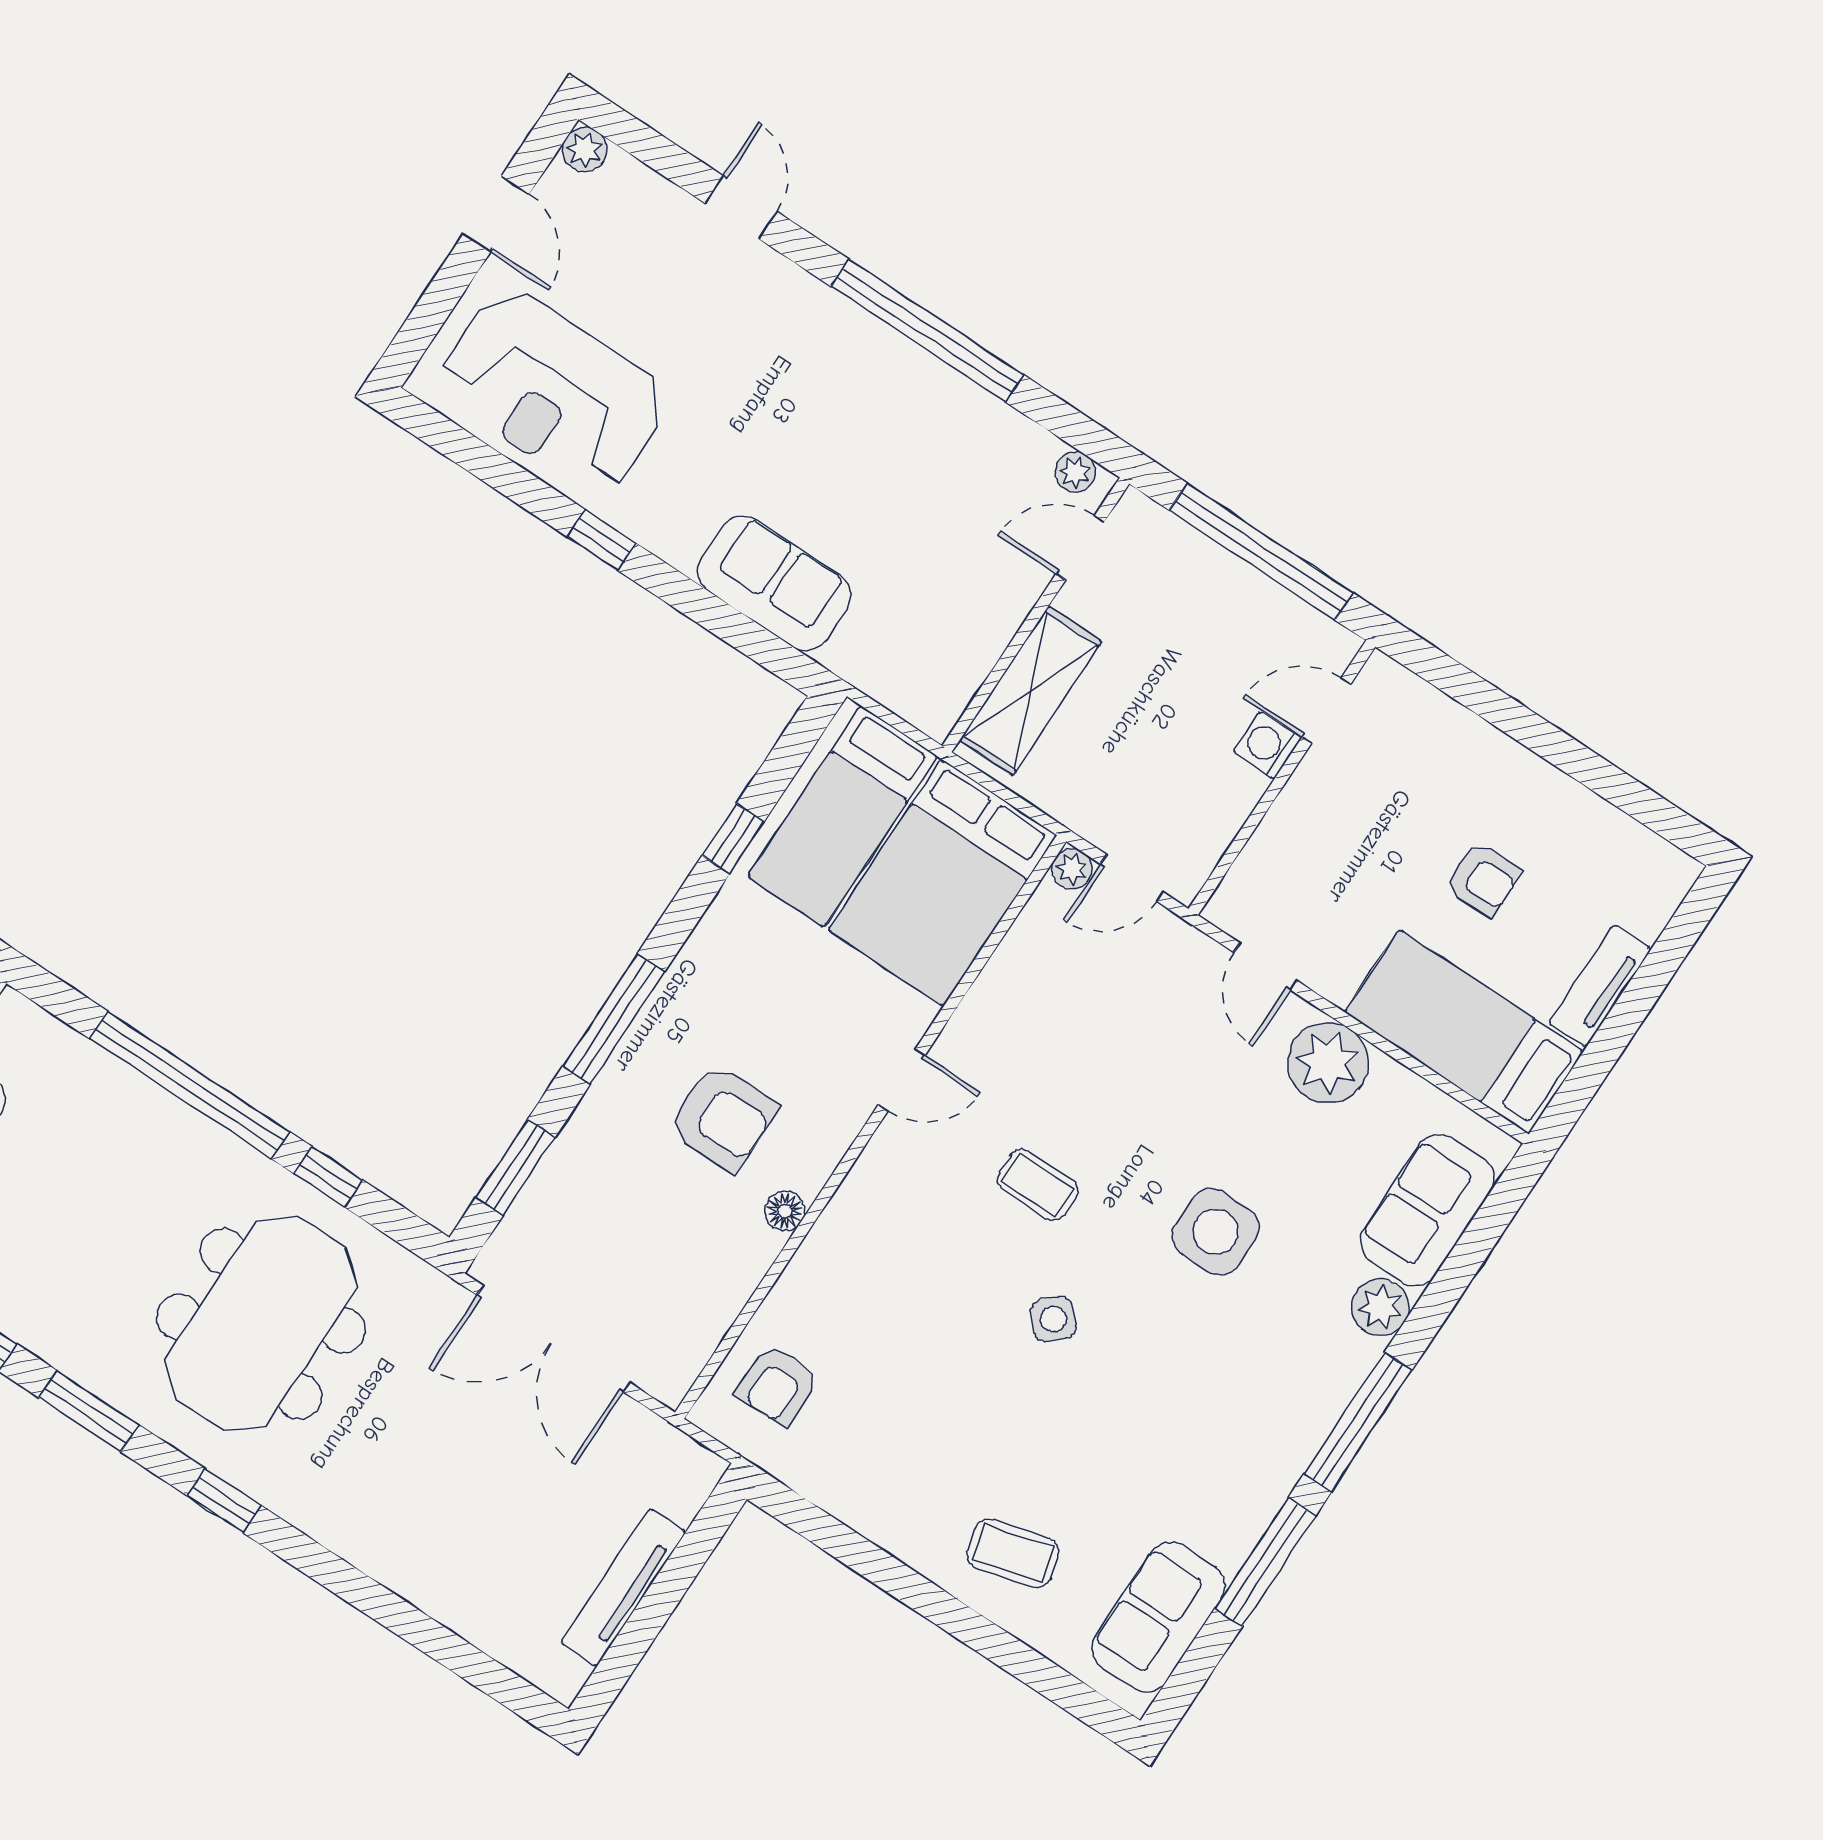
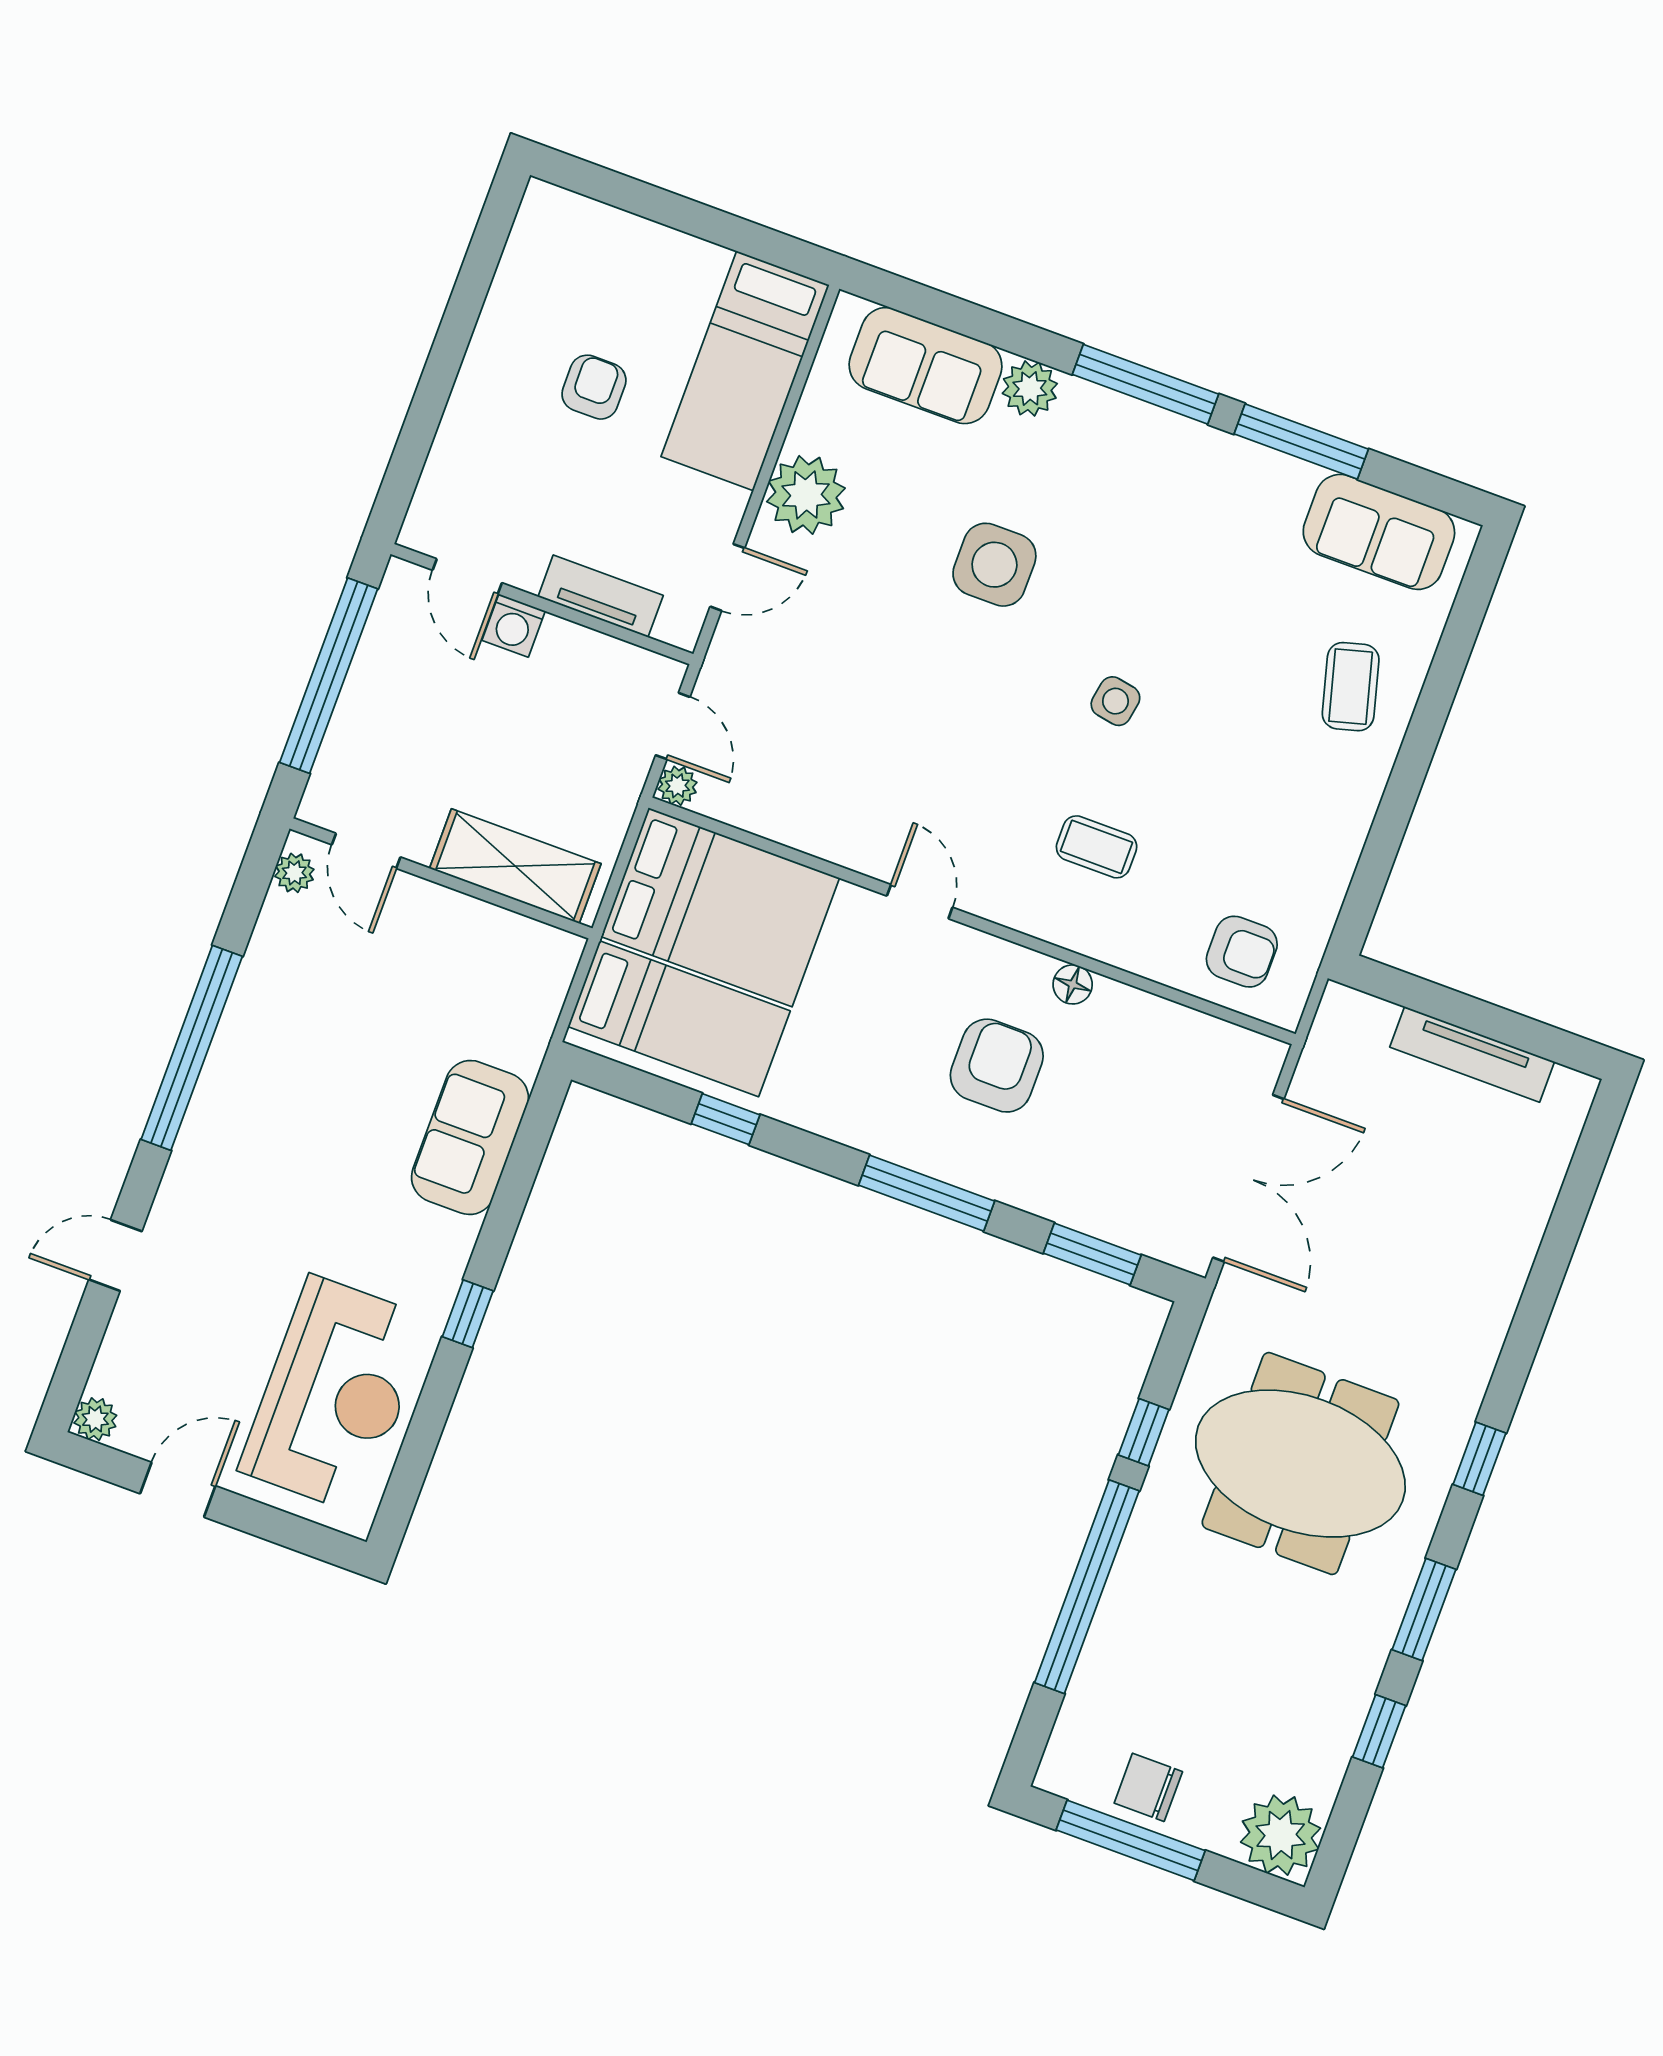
tv unit: (1600, 986) -> (601, 596), moved, turned 180
coffee table: (1038, 1185) -> (1097, 847), moved, turned 90
side table: (1053, 1319) -> (1115, 701), turned -37

